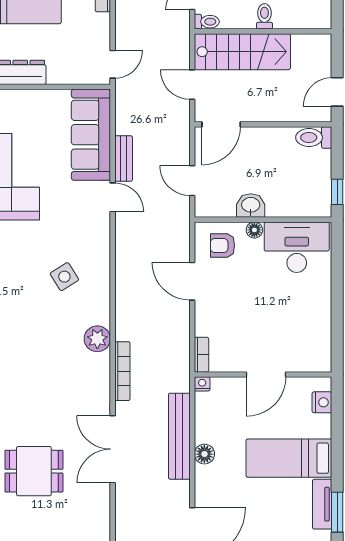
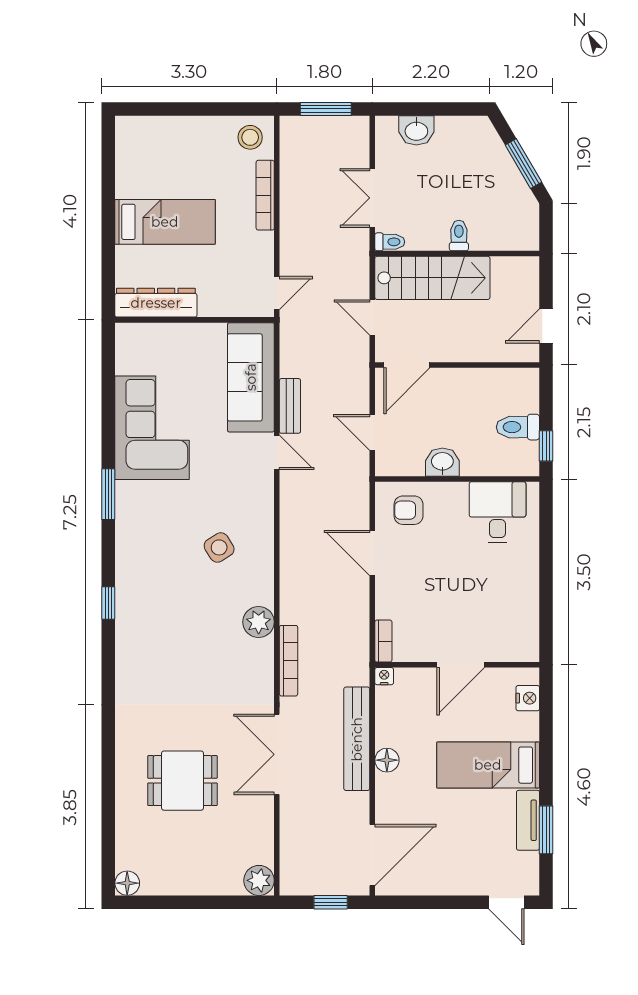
toilet: (314, 137) -> (518, 427), moved
floor lamp: (254, 230) -> (447, 492), removed
desk: (297, 247) -> (498, 512), width x0.73

